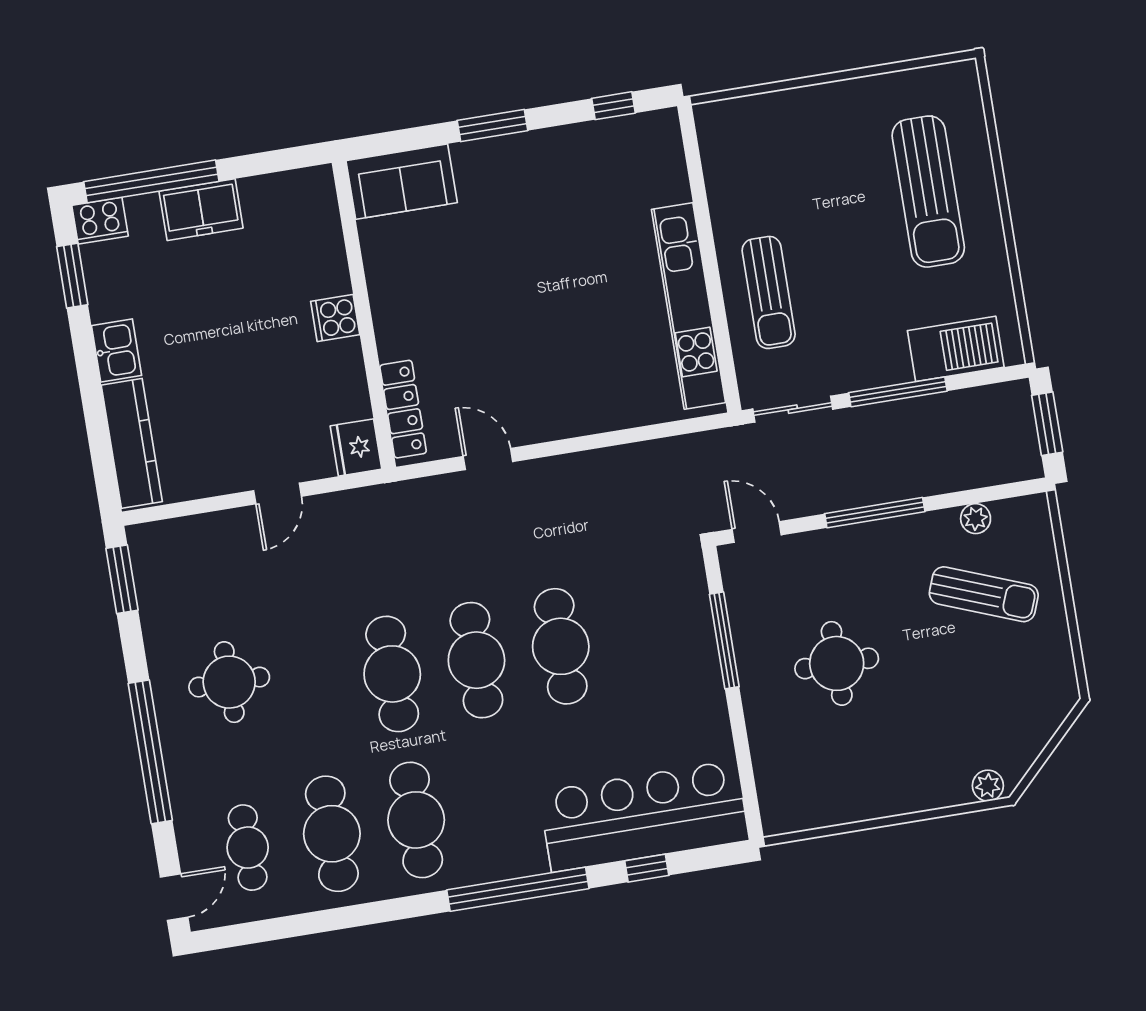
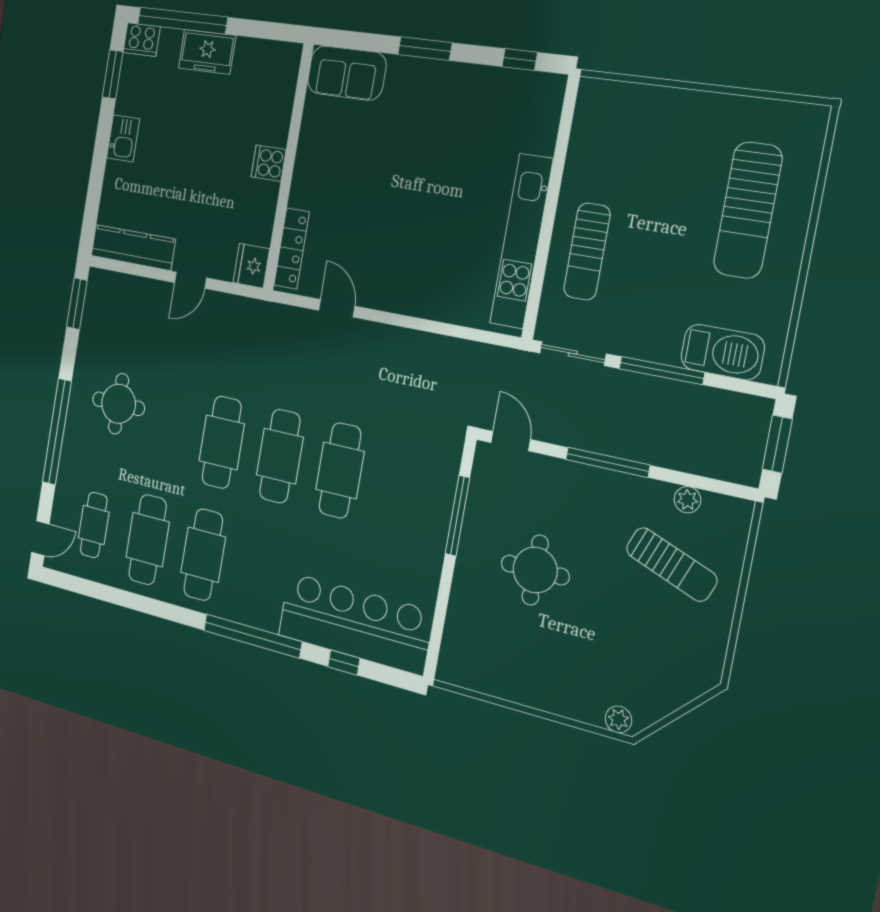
kitchen counter: (132, 443) -> (133, 247), moved, turned -90

